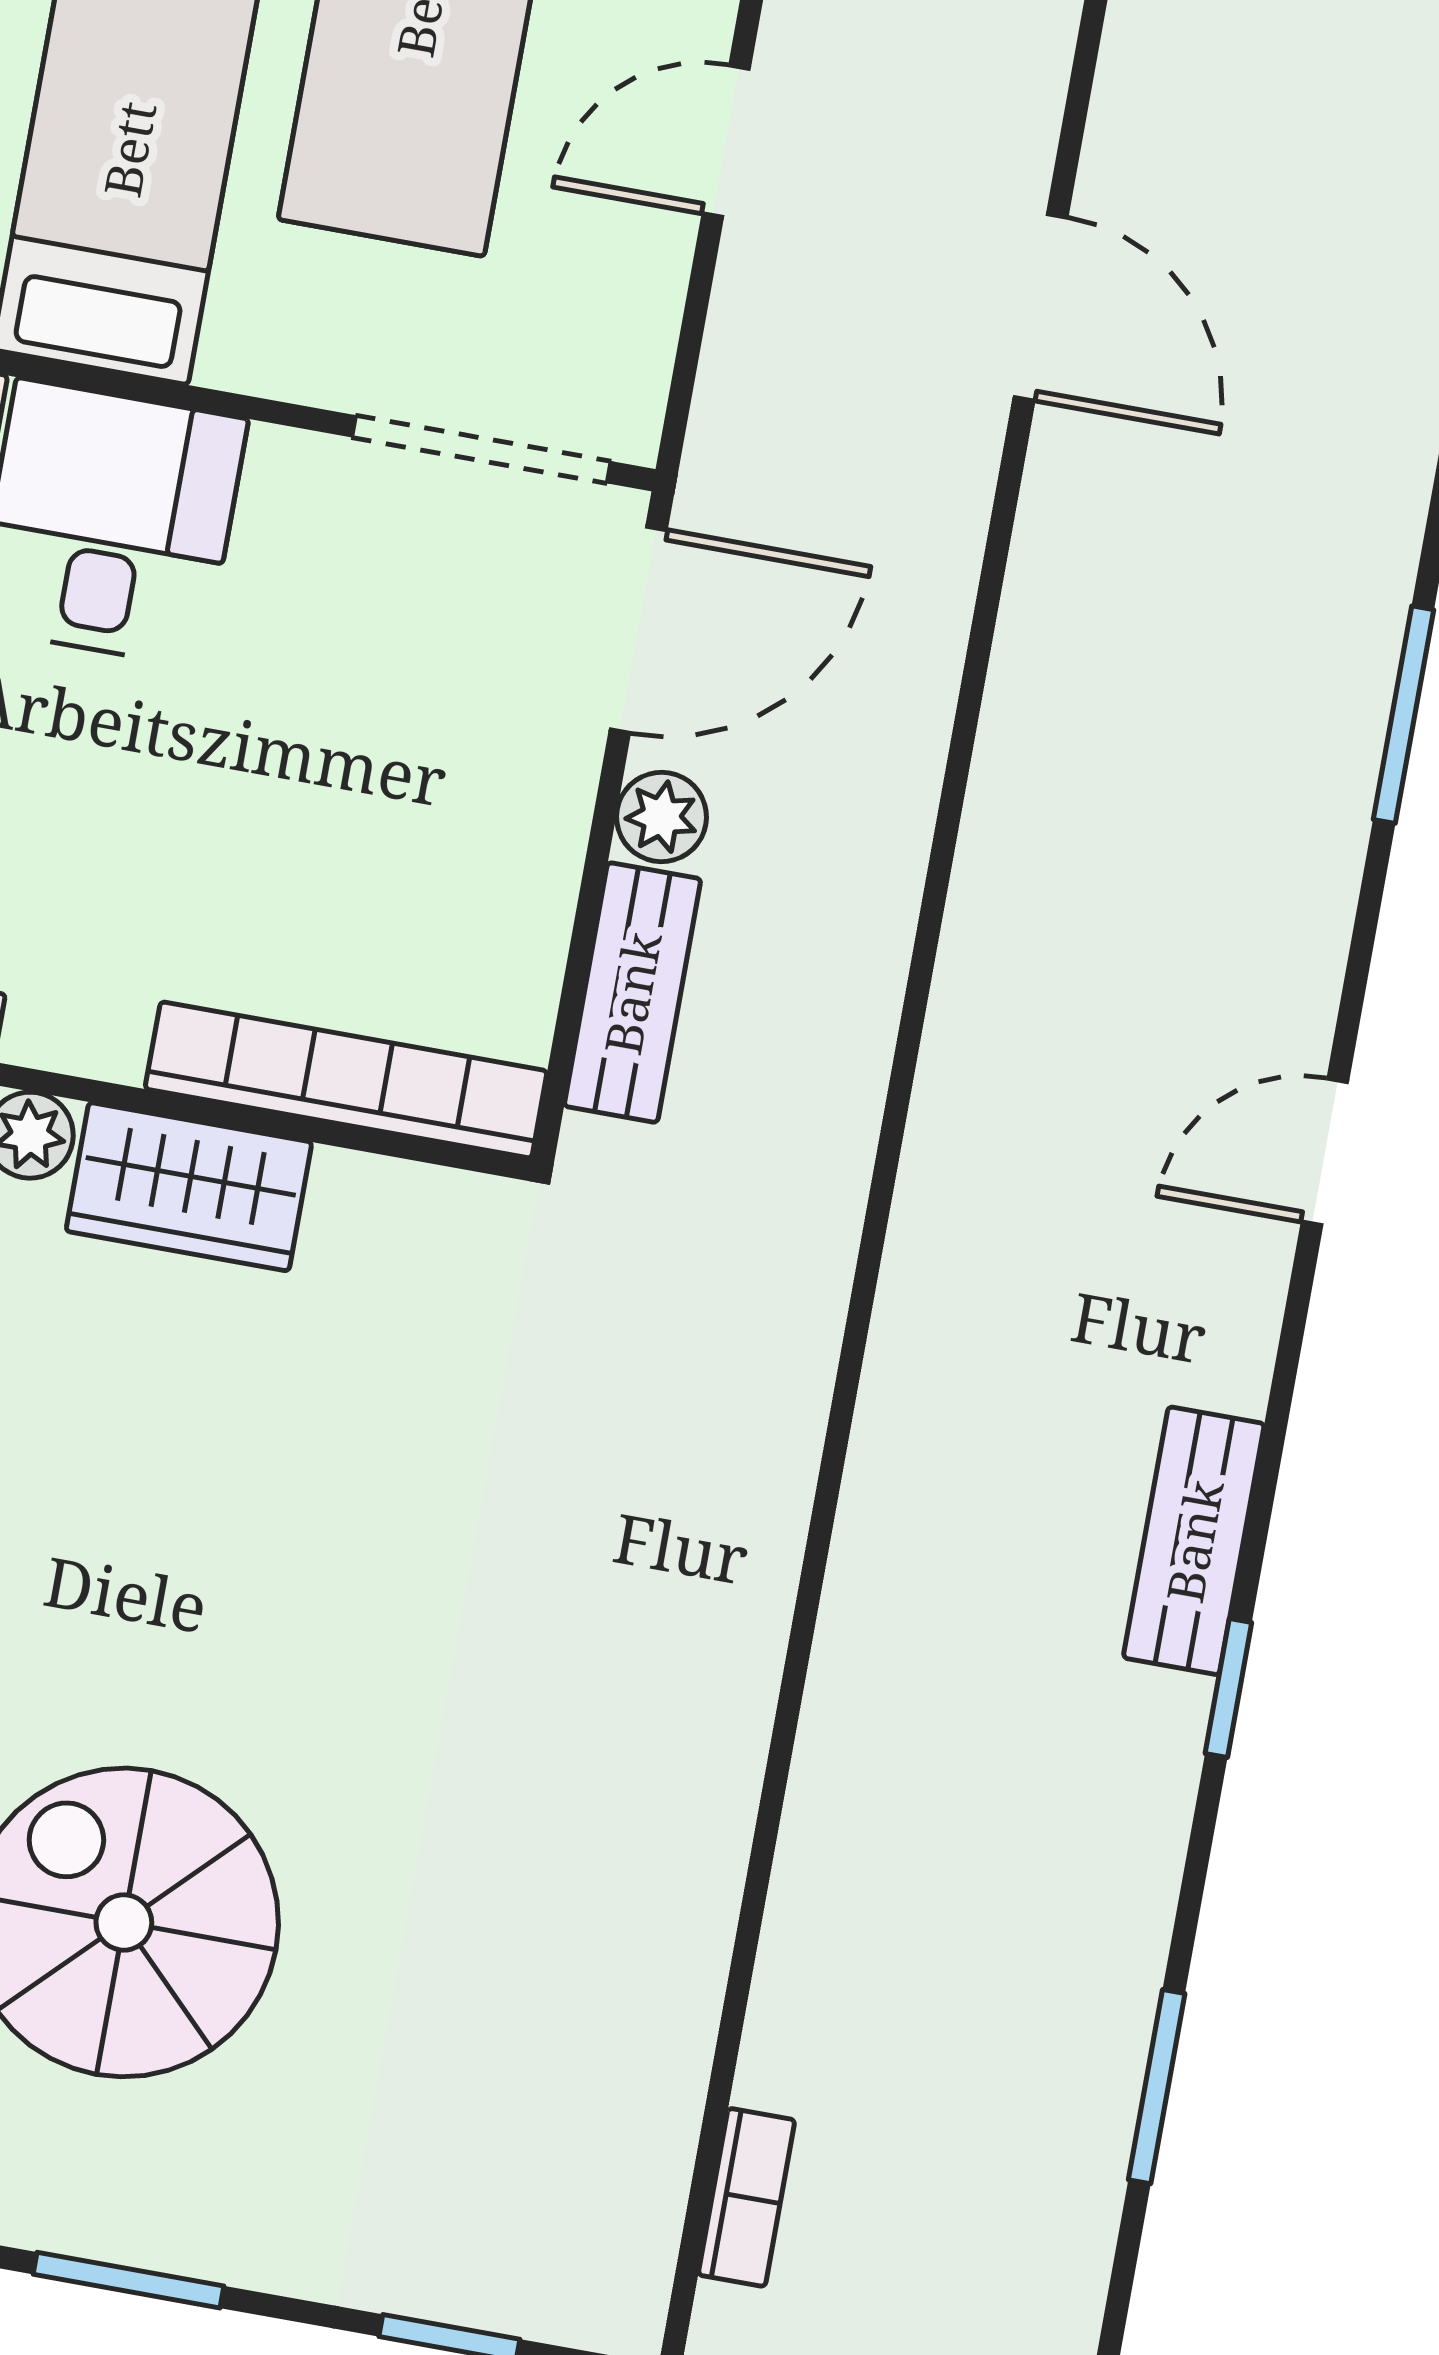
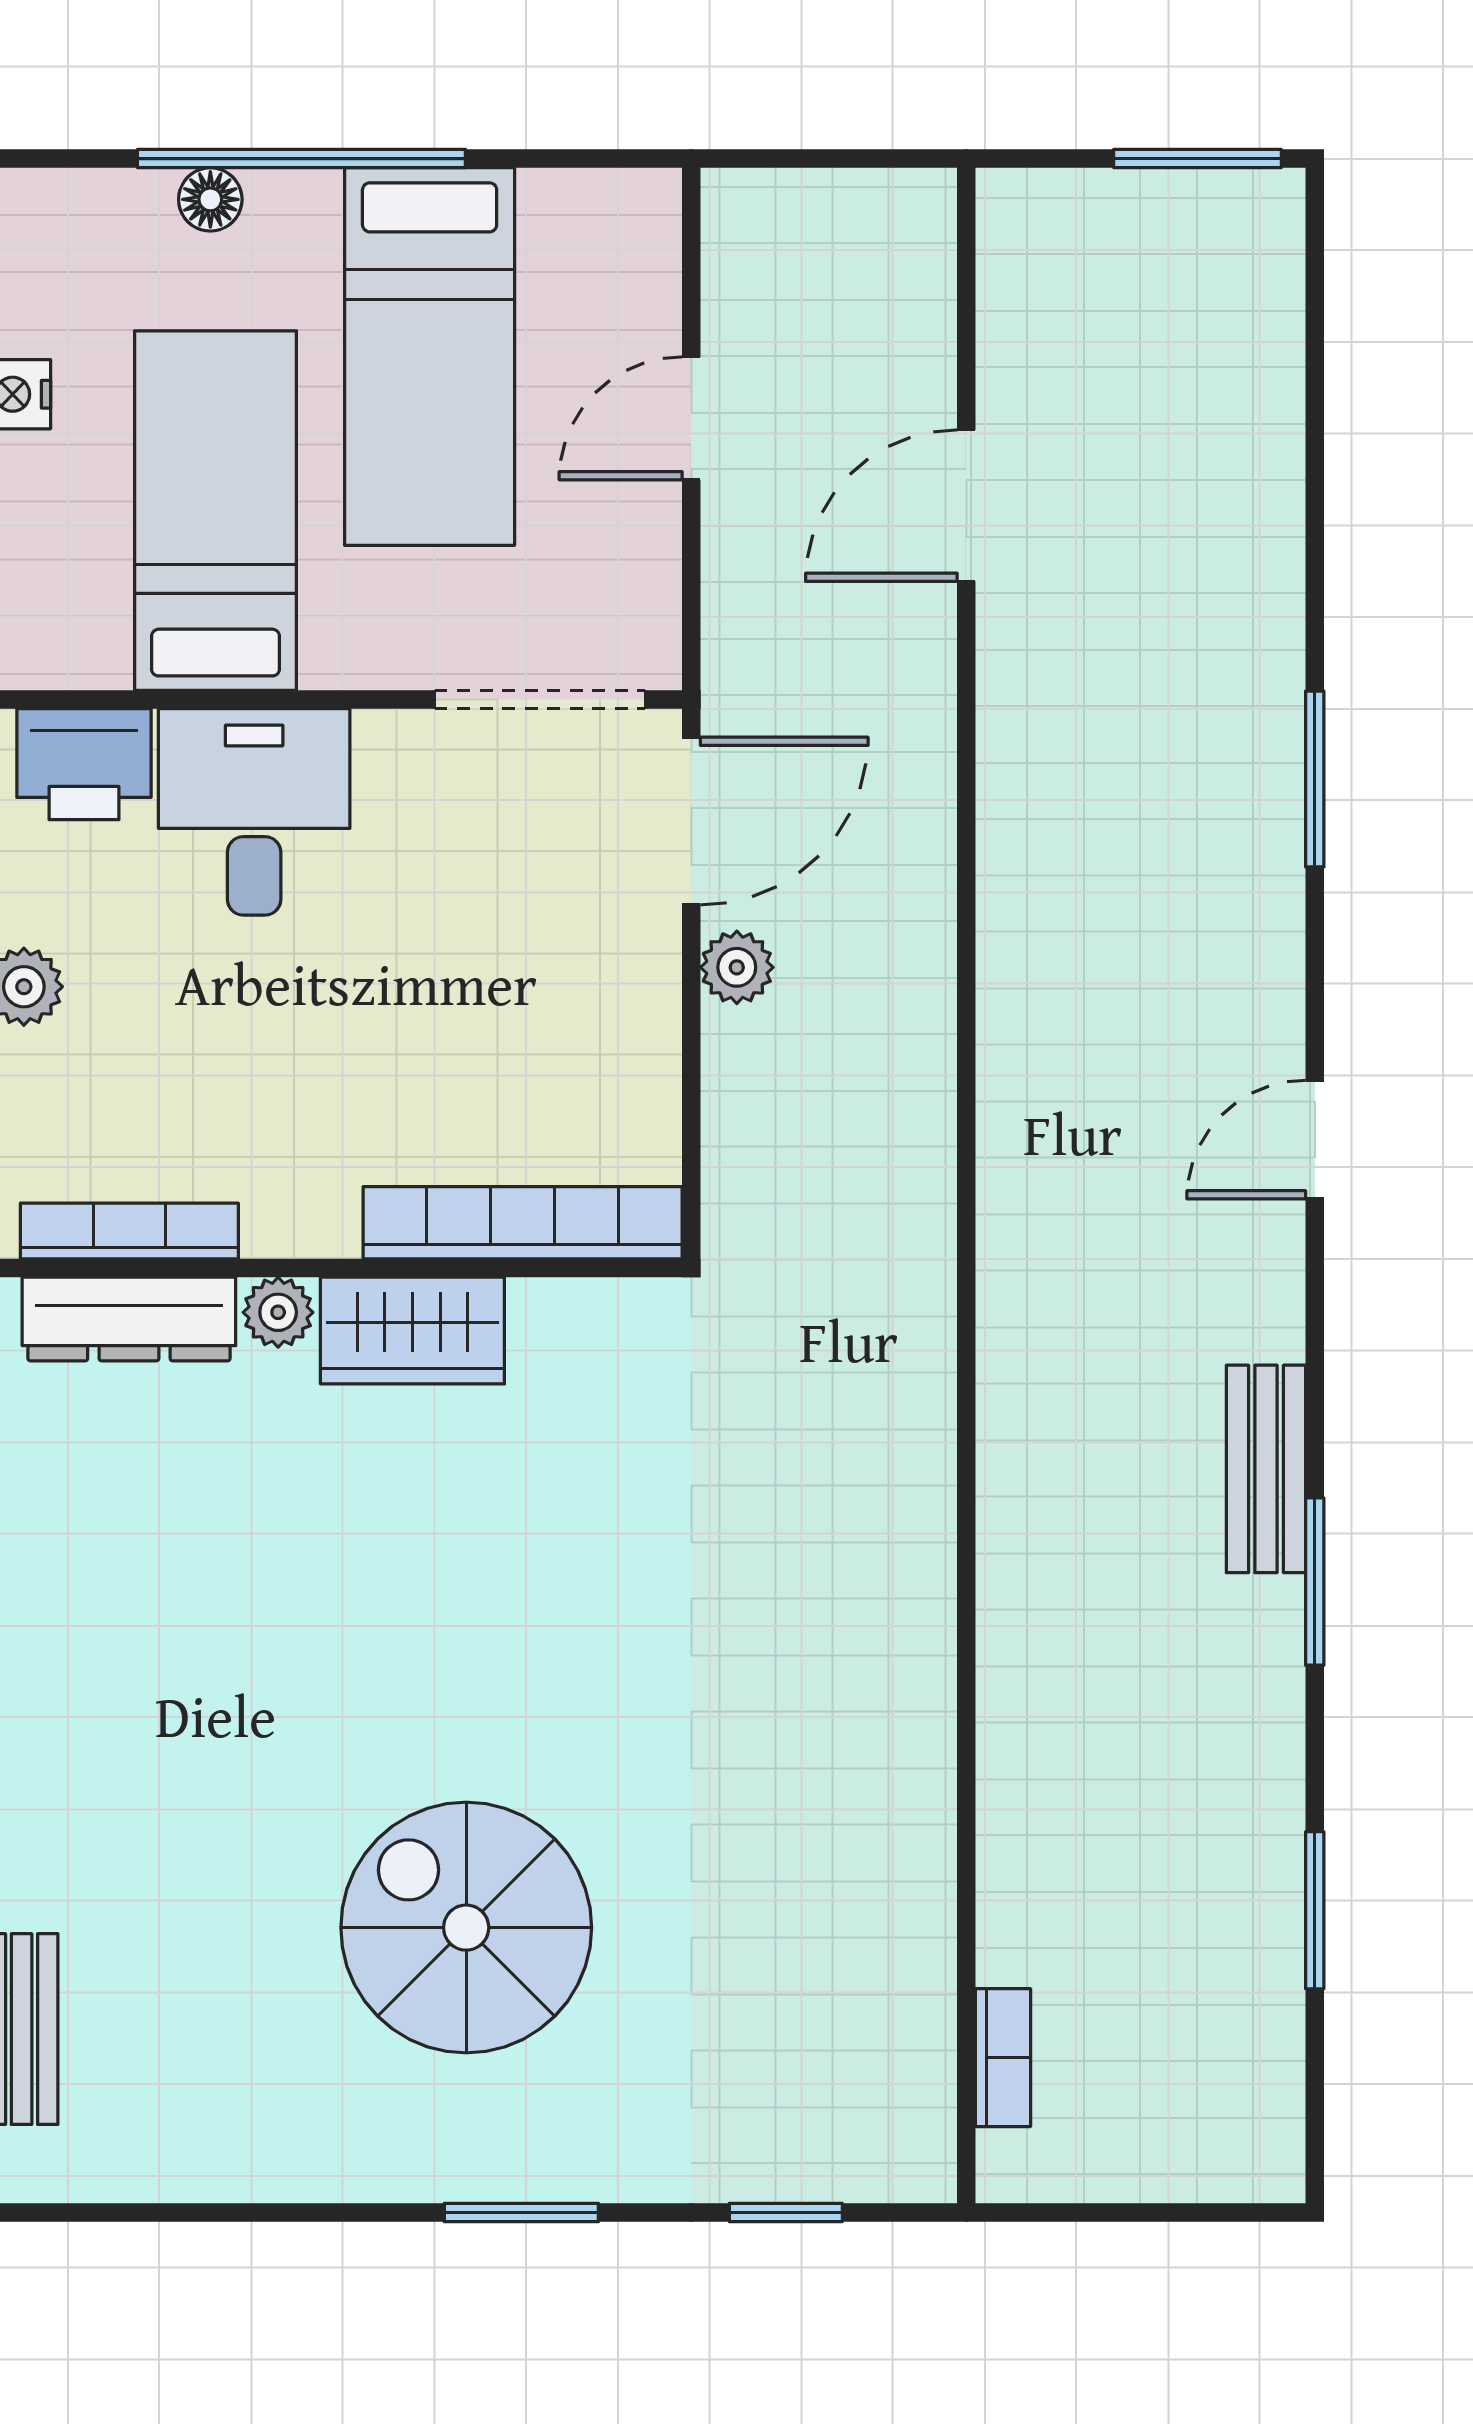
door: (1041, 307) -> (966, 506), swing flipped
bench: (632, 993) -> (739, 1112), removed
window: (1228, 1688) -> (1315, 1582), width x1.50

